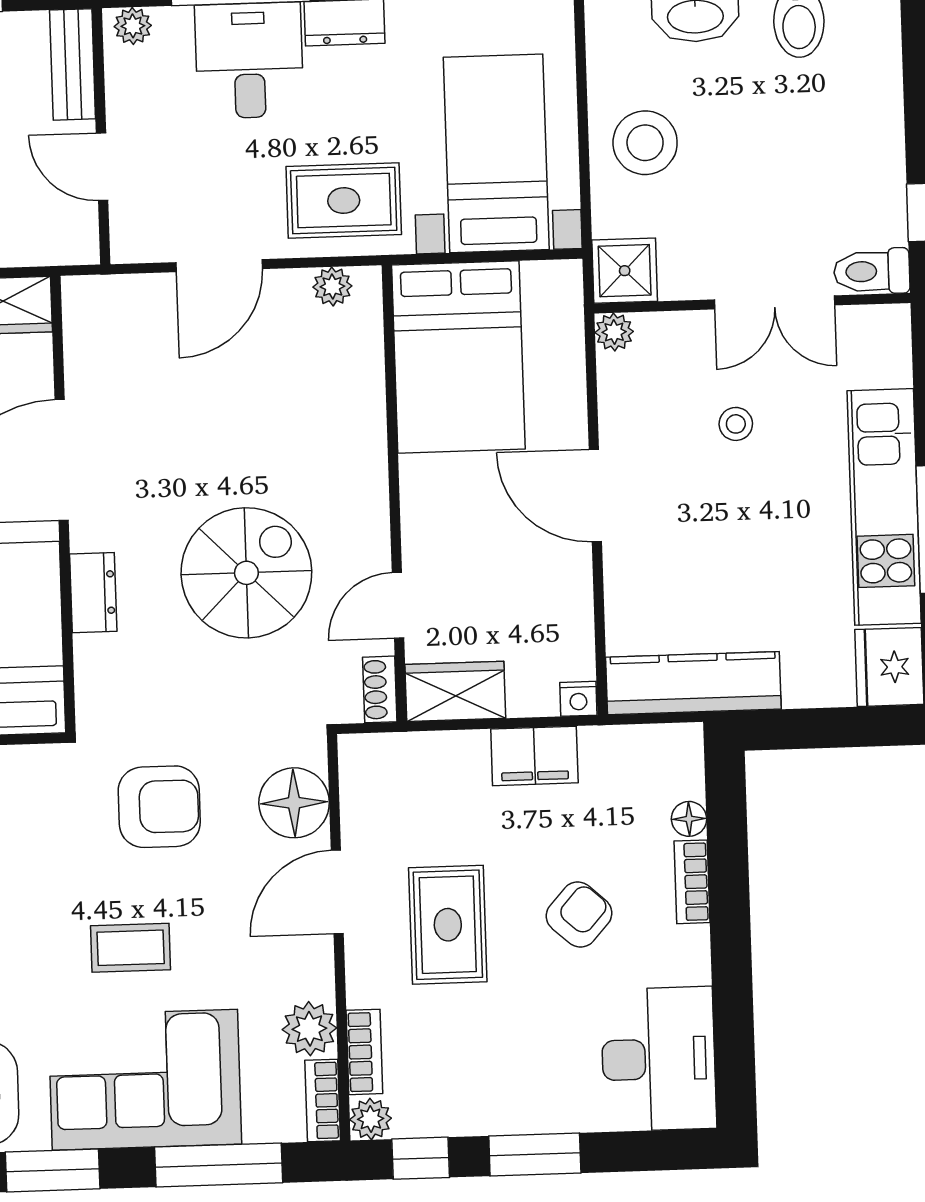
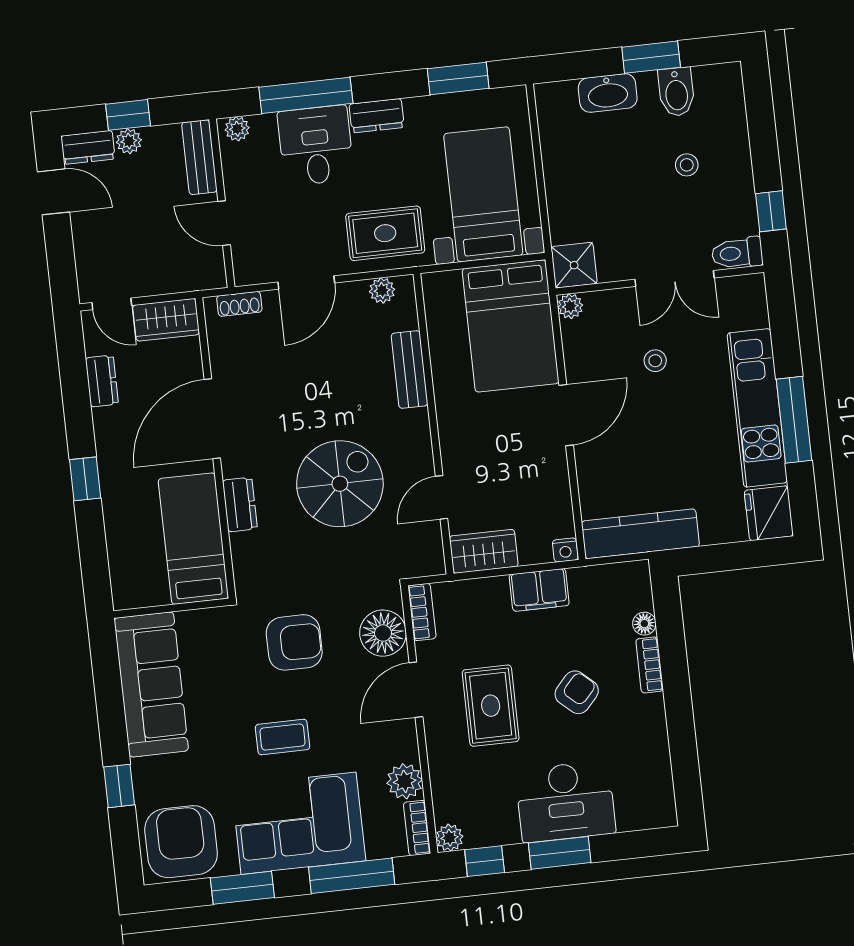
stool: (645, 143) -> (687, 165), moved, width x0.53, depth x0.53
bed: (458, 357) -> (511, 326), moved
bench: (365, 409) -> (409, 370), added
door: (595, 496) -> (566, 415), swing flipped
shoe rack: (380, 689) -> (239, 304), moved, turned -90
bookcase: (364, 1052) -> (422, 612), moved
desk: (658, 1059) -> (565, 802), moved, turned 90

